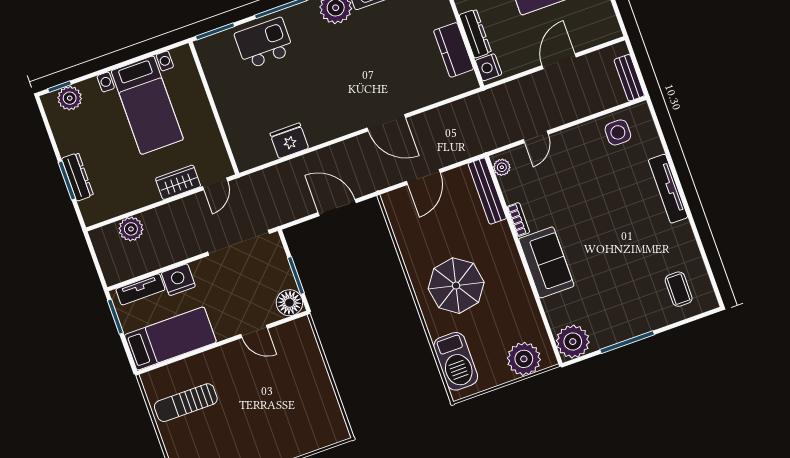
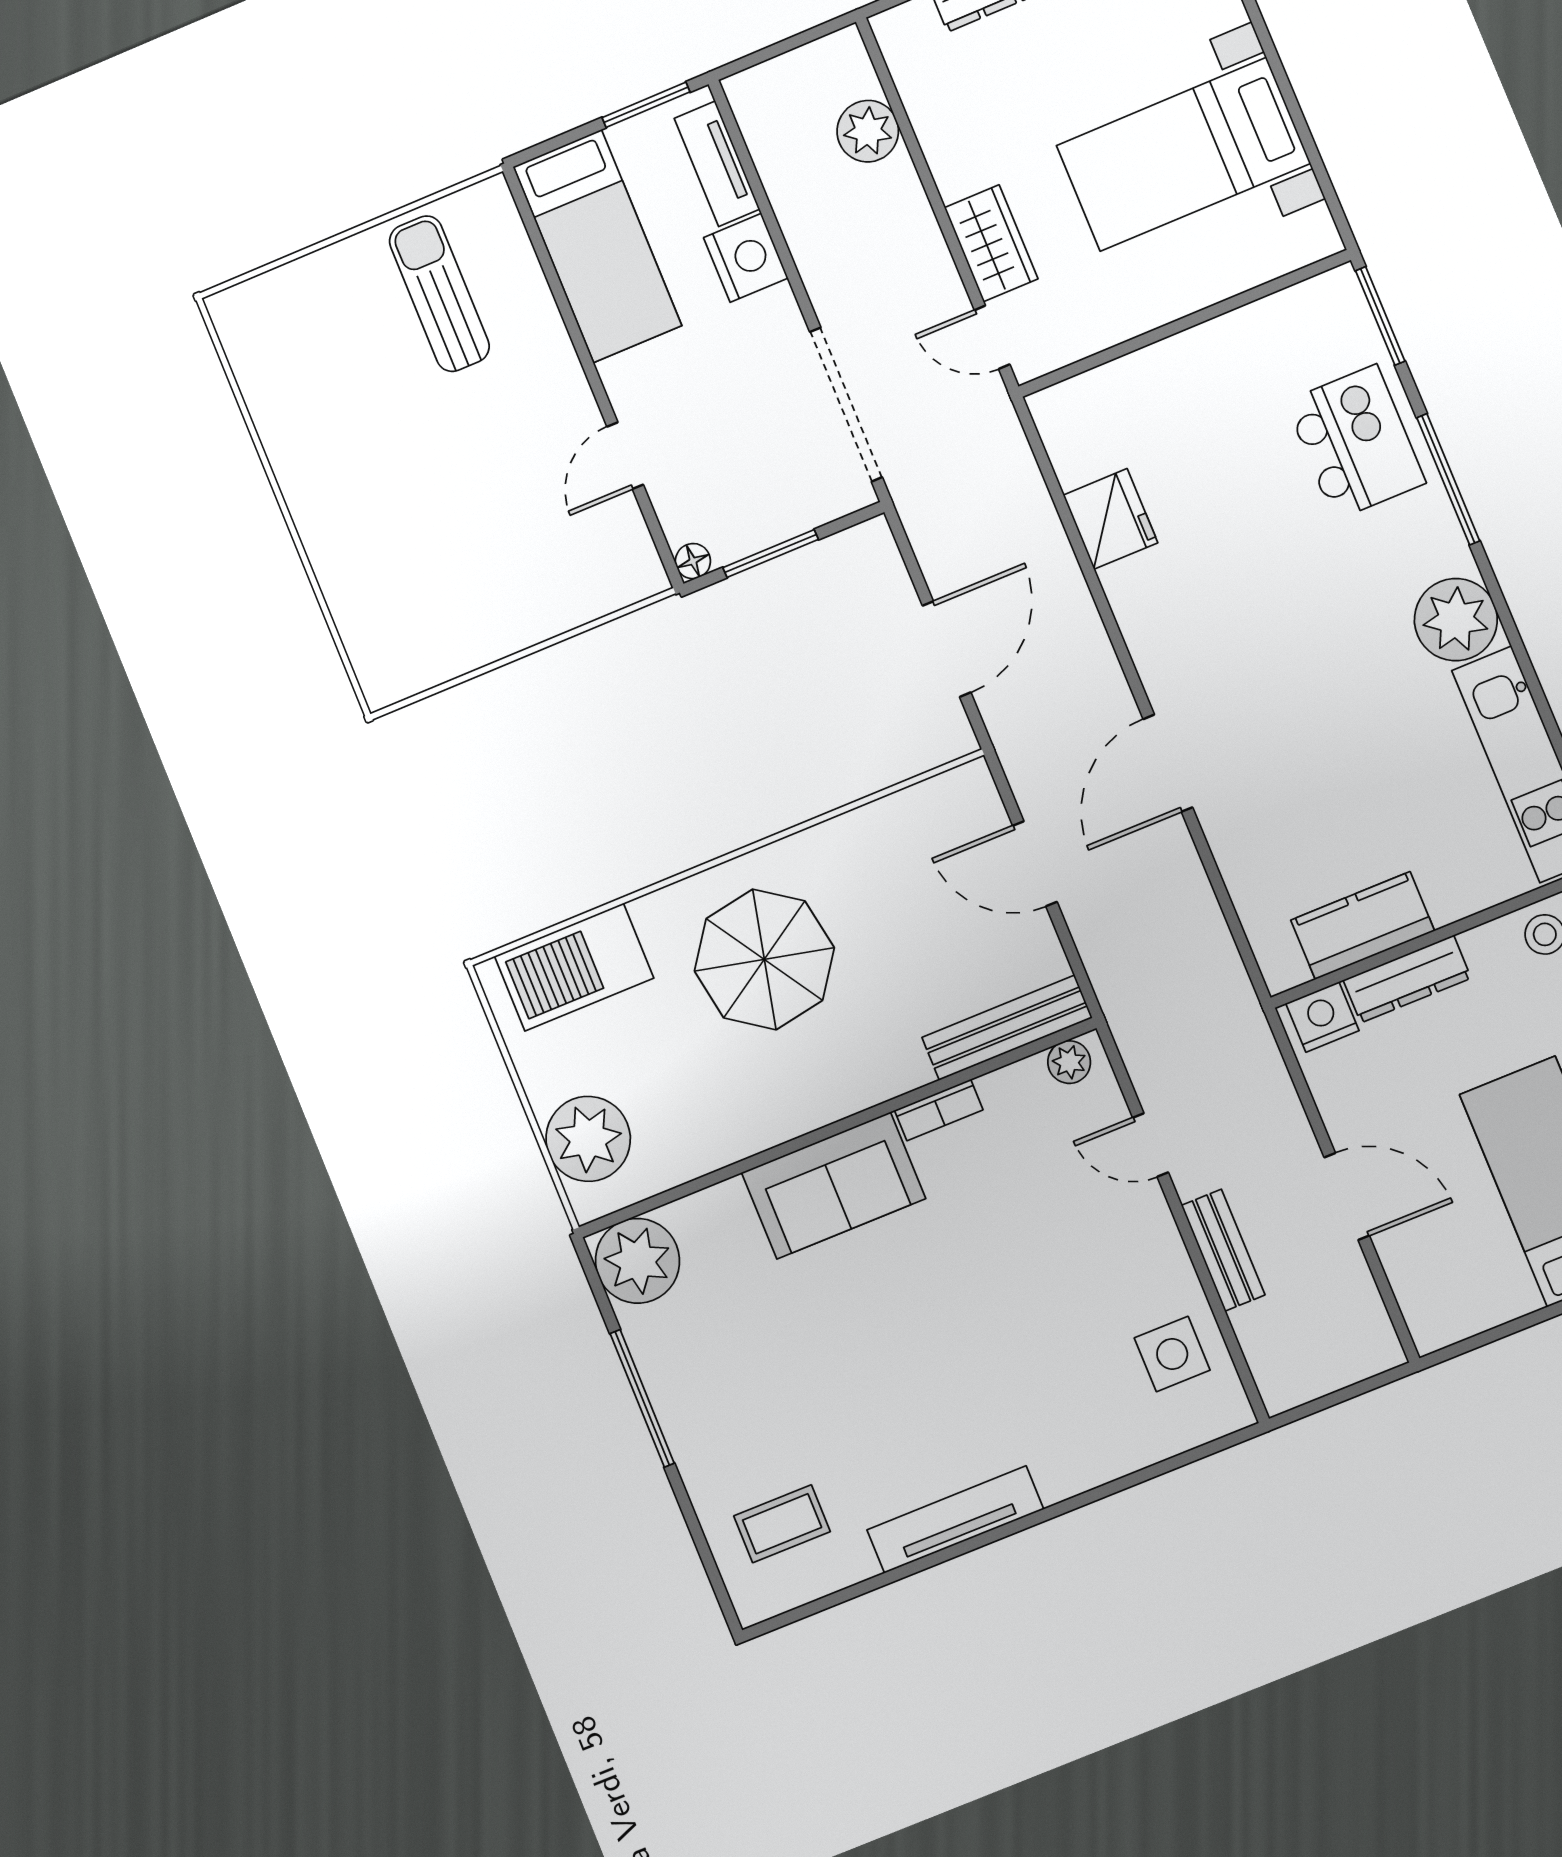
bench: (629, 78) -> (1223, 1250), moved, turned 90
tv unit: (668, 189) -> (955, 1520), moved
floor lamp: (289, 303) -> (693, 561), width x0.53, depth x0.53

